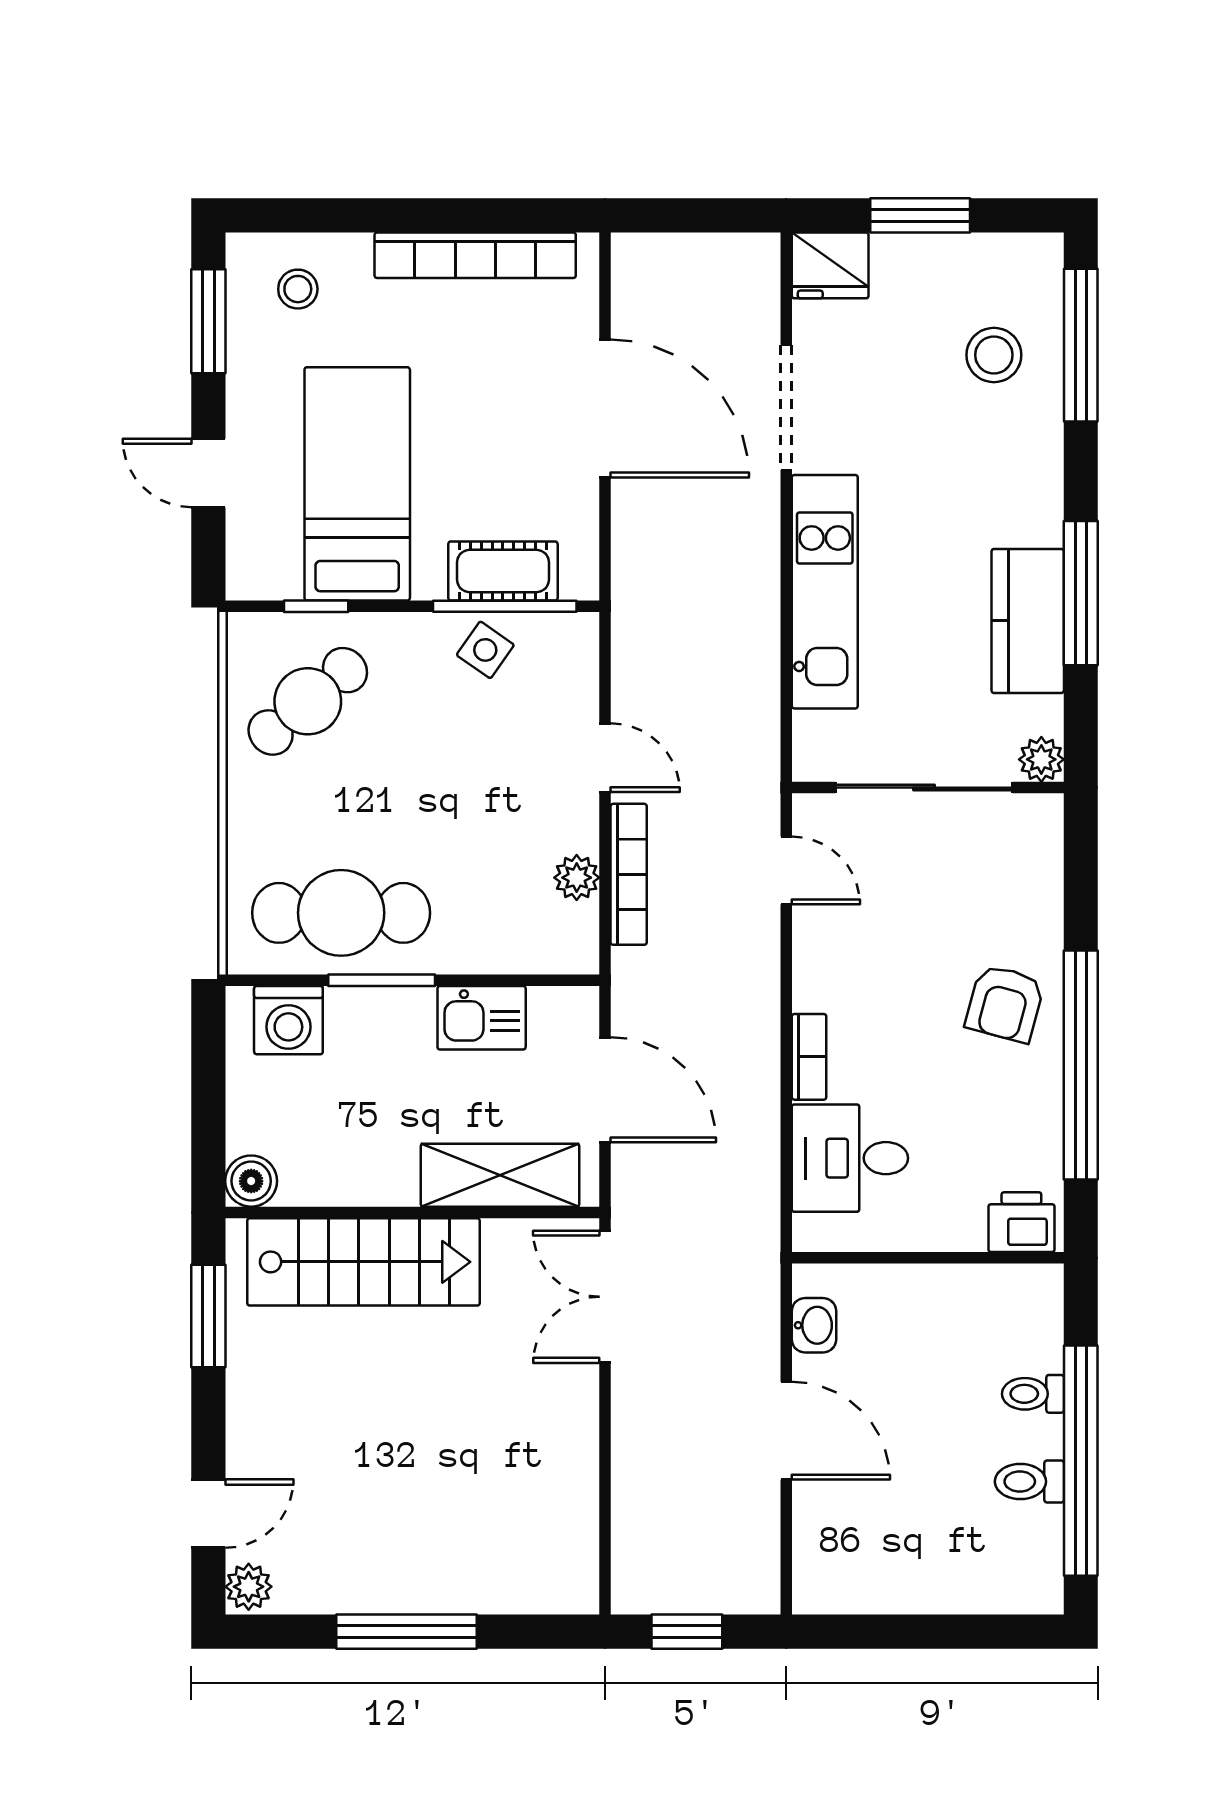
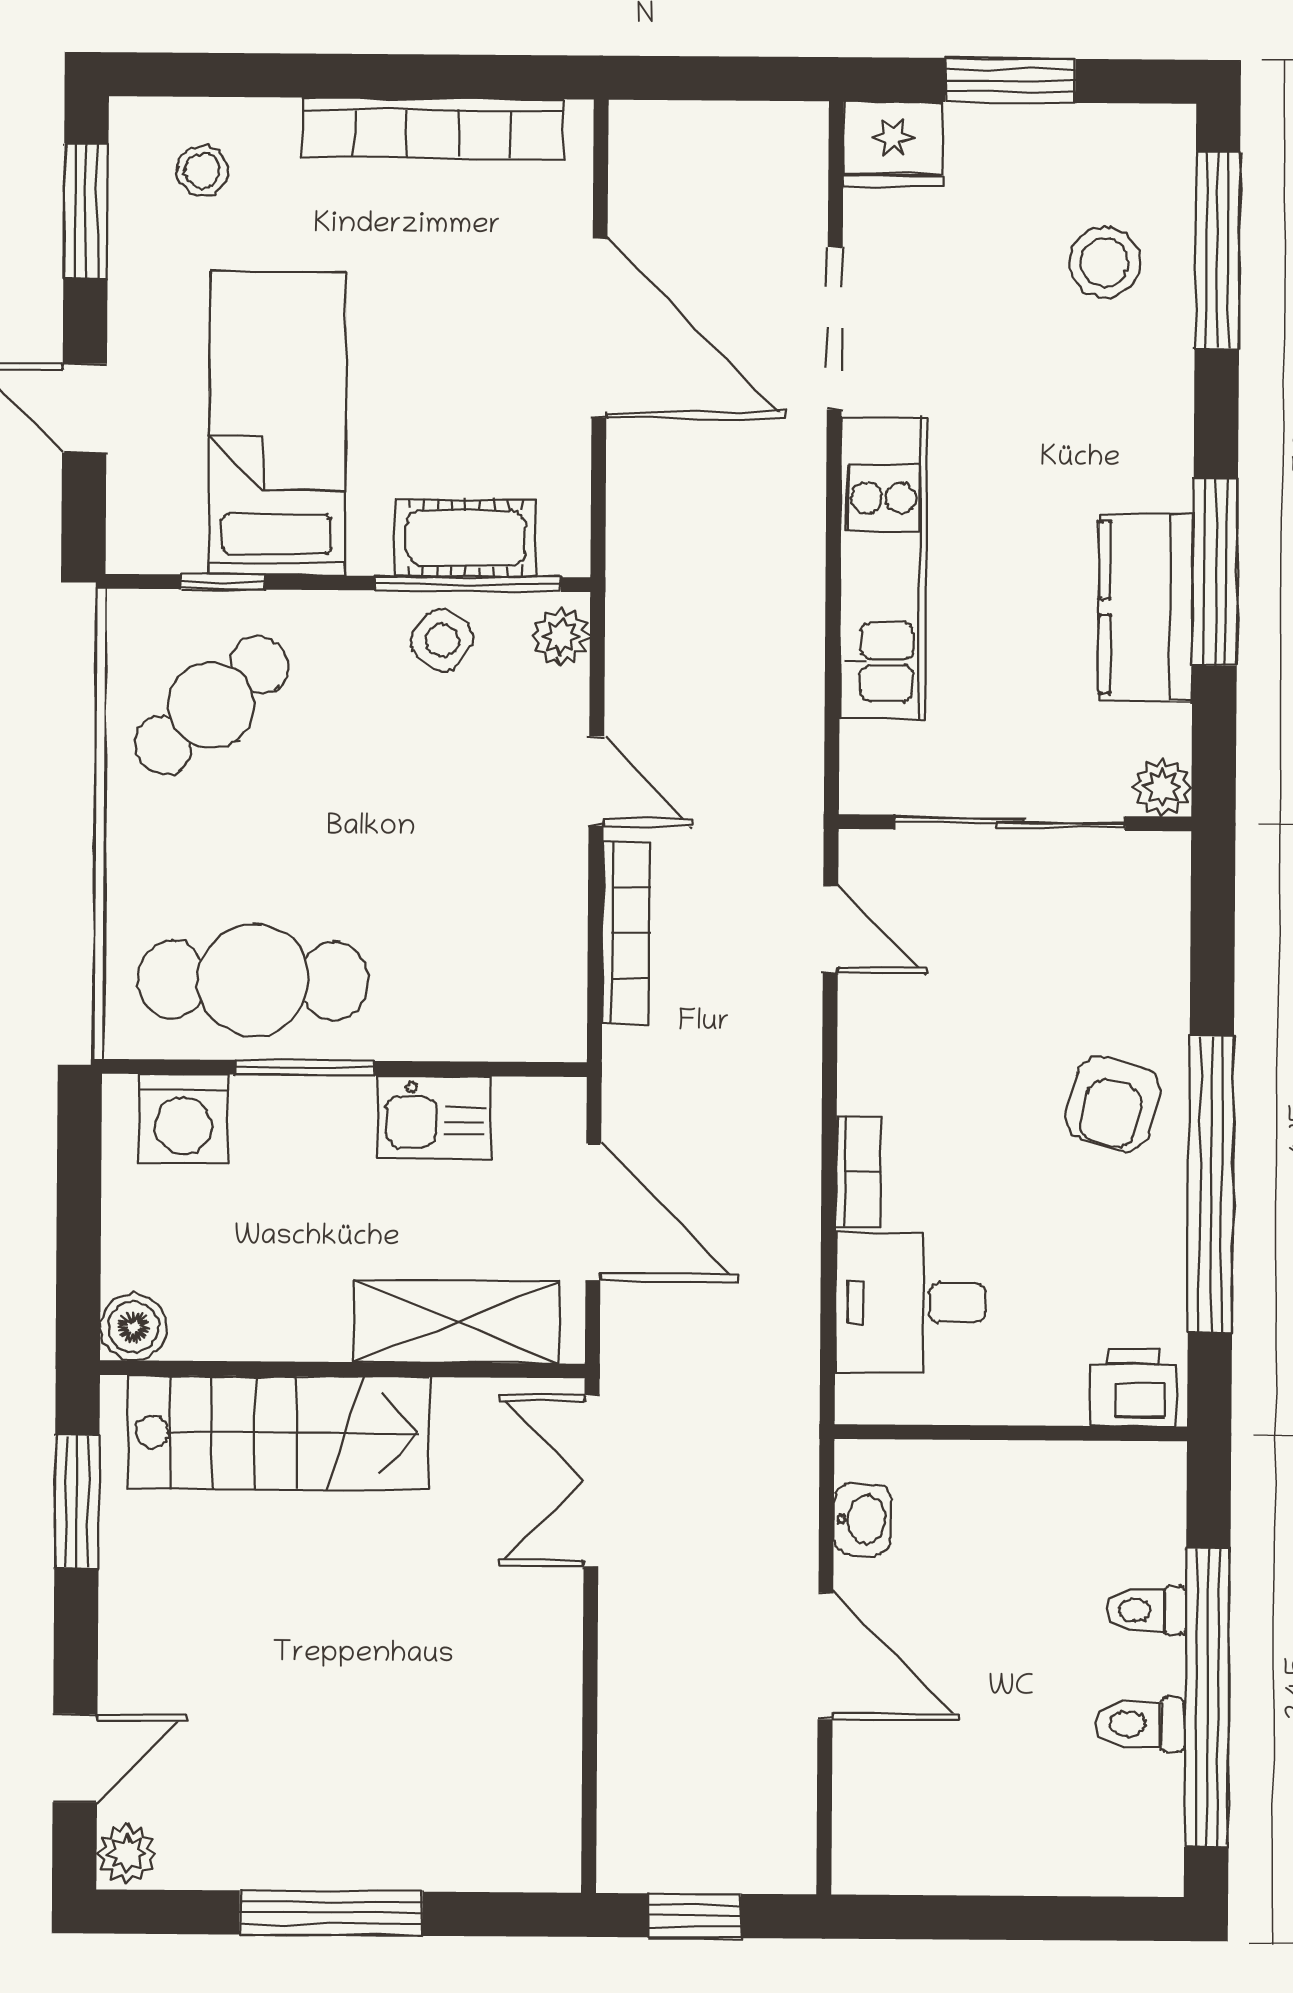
plant: (577, 878) -> (561, 637), moved

